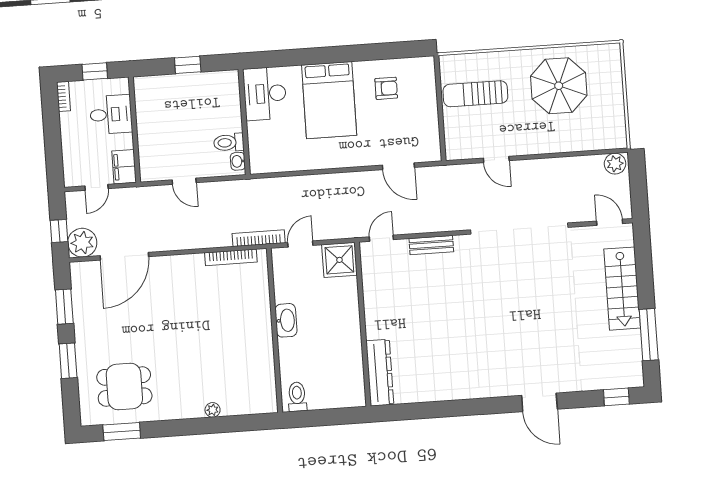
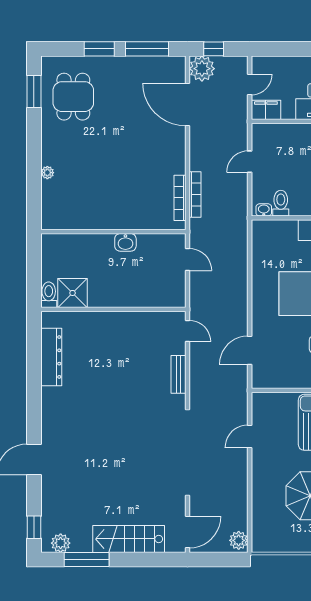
door: (97, 187) -> (250, 84), swing flipped
door: (610, 222) -> (188, 532), width x1.38
bookcase: (259, 238) -> (195, 194), moved
shower: (339, 260) -> (73, 293), moved
window: (64, 307) -> (147, 49), width x1.44
washbasin: (286, 320) -> (125, 242), width x0.72
plant: (632, 365) -> (61, 543), added
dresser: (380, 373) -> (51, 357), moved, turned -90
toilet: (297, 397) -> (49, 295), moved, turned -90

